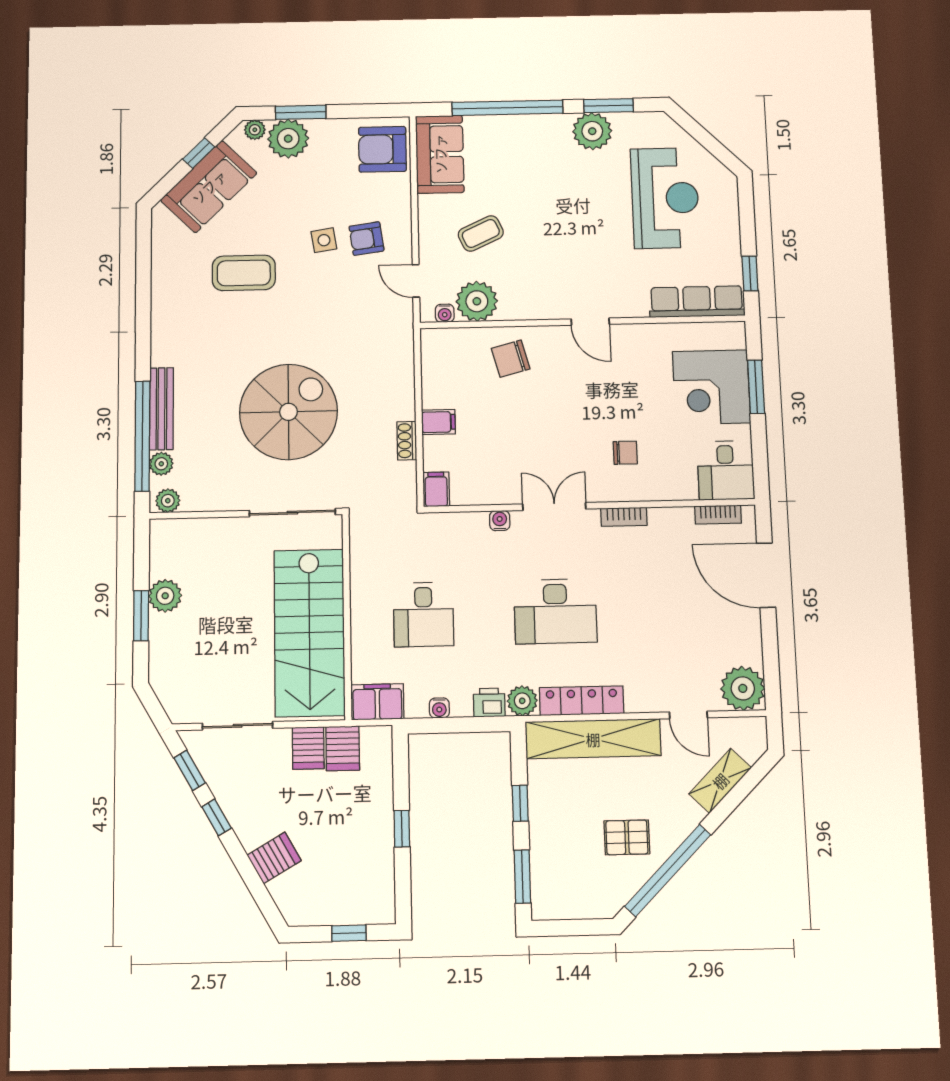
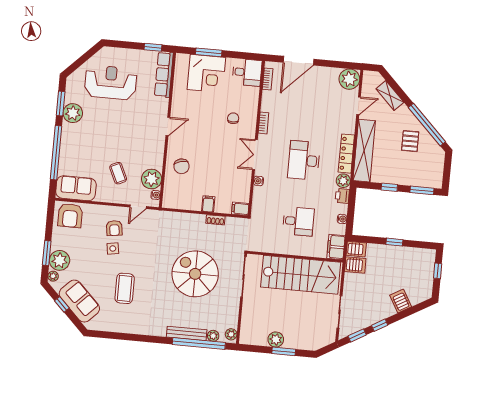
desk: (555, 611) -> (304, 160), turned 180
server rack: (308, 748) -> (356, 249), moved

